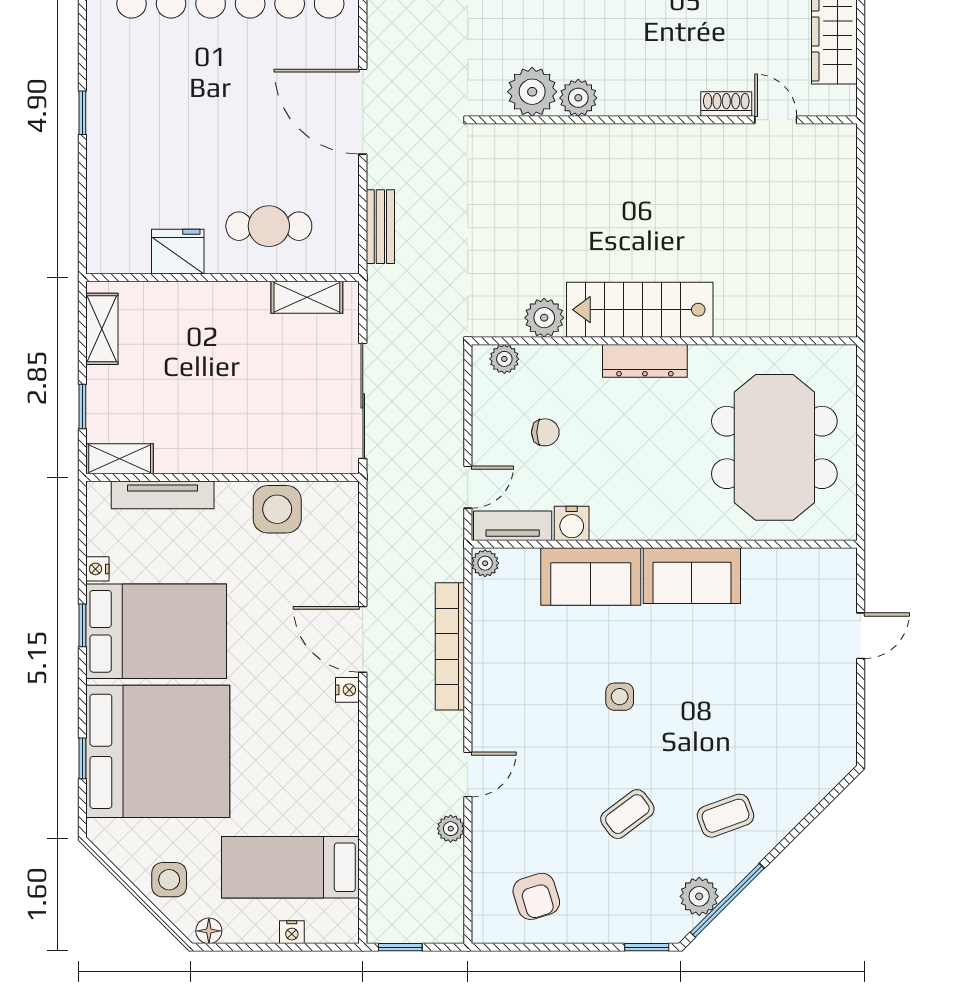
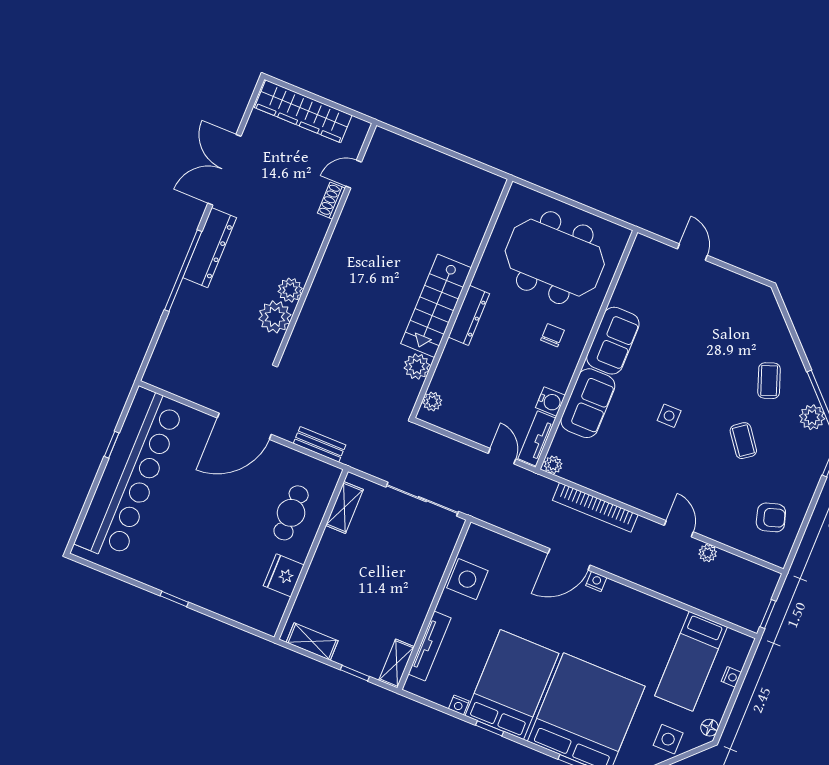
chair: (545, 432) -> (552, 335), moved

